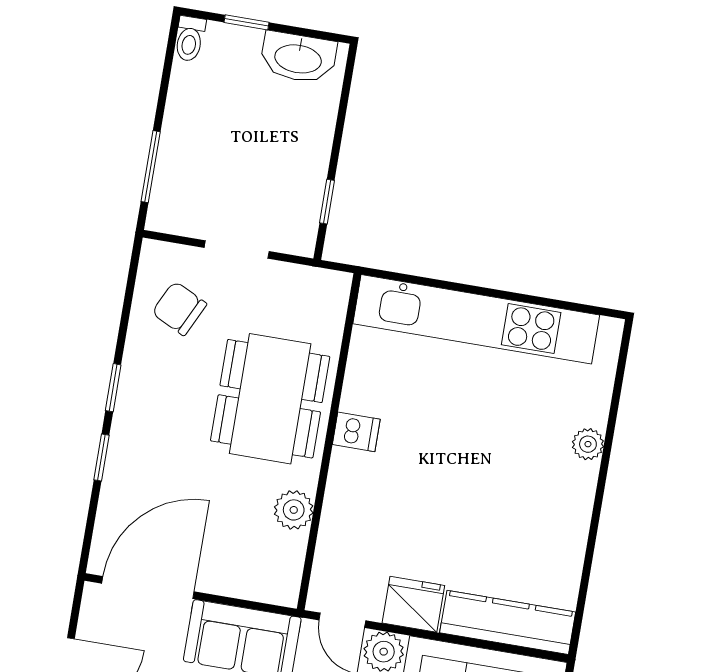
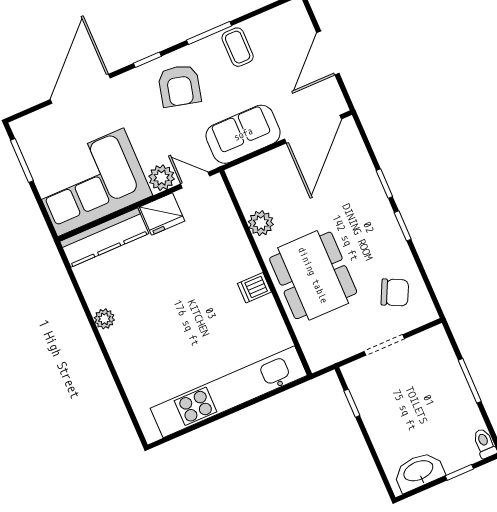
window: (151, 167) -> (470, 381), moved
plant: (588, 444) -> (104, 319), moved

